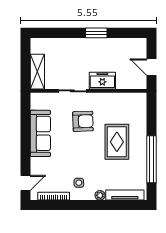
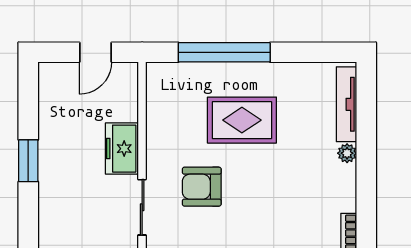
armchair: (83, 121) -> (202, 187), turned -88
window: (151, 159) -> (224, 52), moved
side table: (79, 183) -> (322, 195), removed

